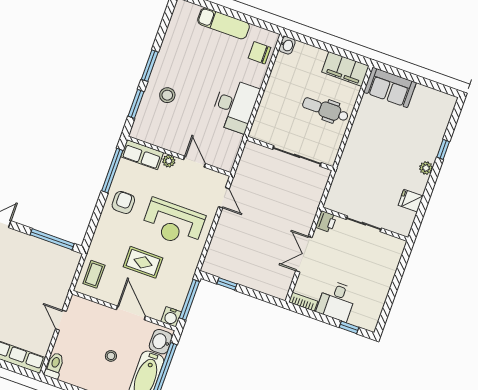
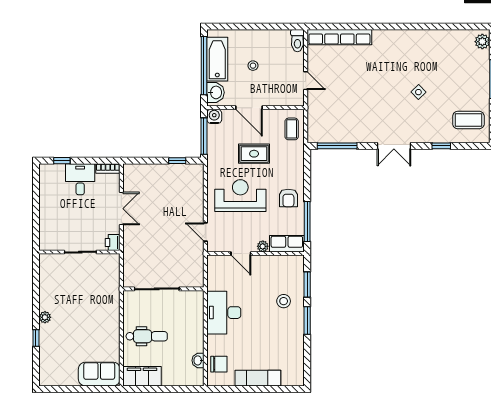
washbasin: (287, 45) -> (198, 360), moved
fridge: (411, 201) -> (48, 285), removed

